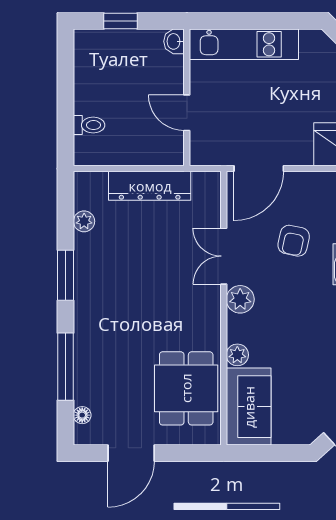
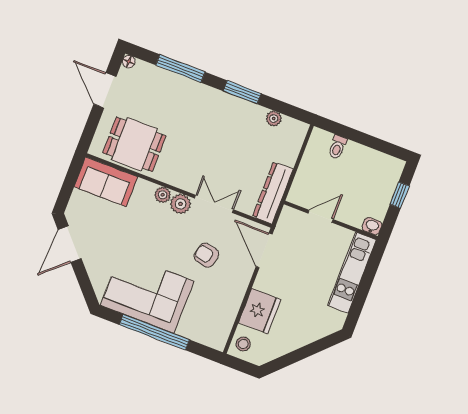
dresser: (150, 186) -> (273, 193), moved
plant: (237, 355) -> (163, 195), moved
floor lamp: (82, 415) -> (129, 62), moved

